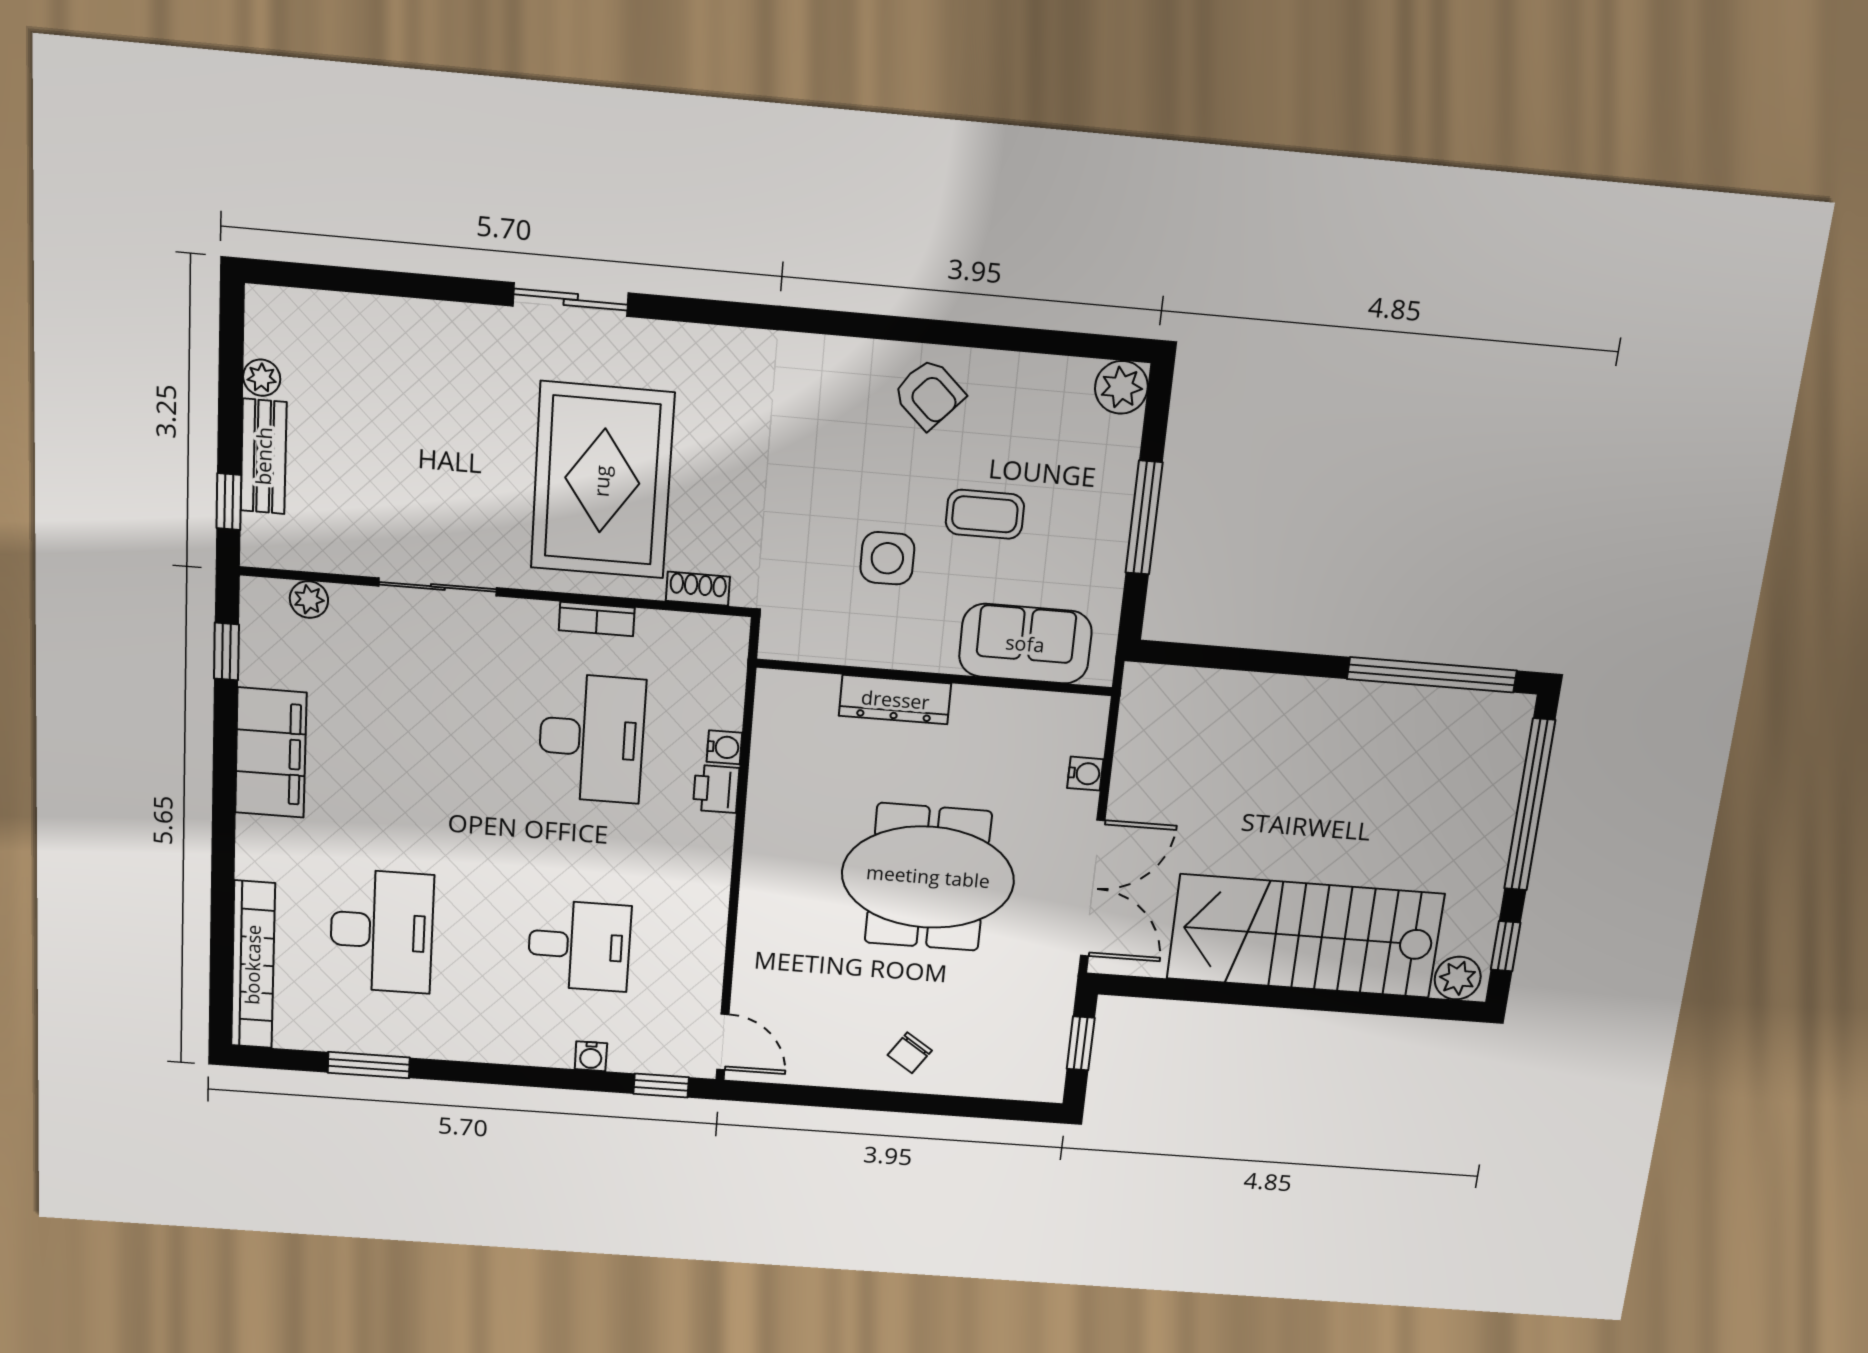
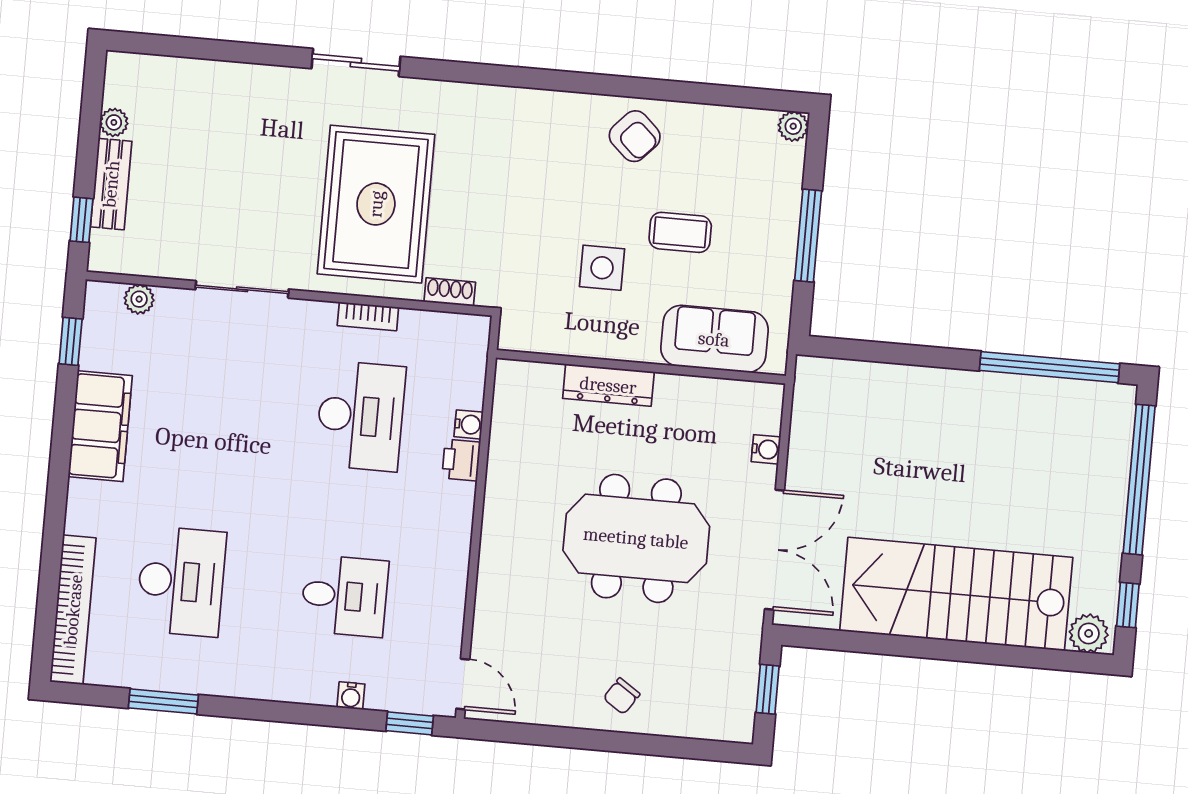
plant: (1121, 387) -> (793, 126), width x0.73, depth x0.73

